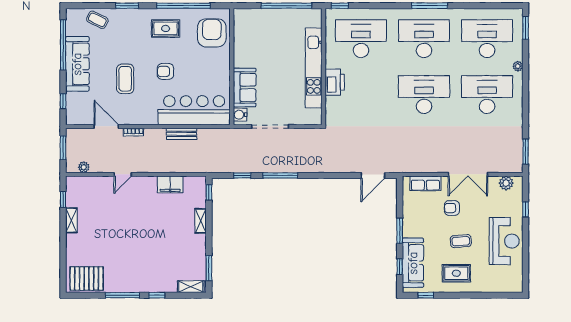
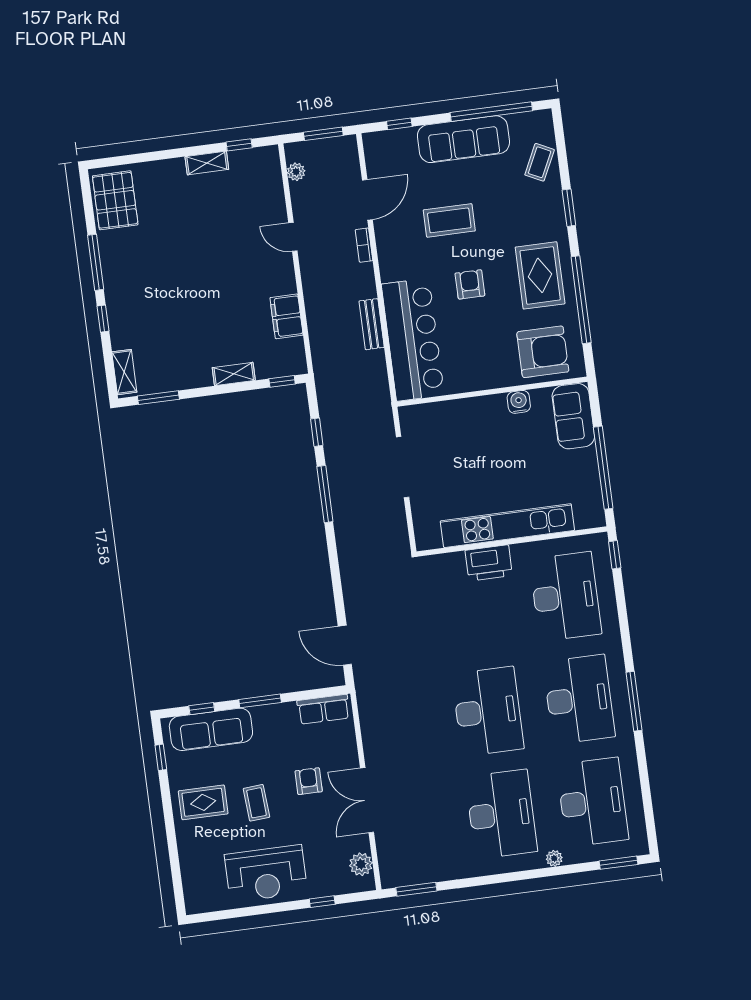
rug: (166, 28) -> (540, 275), width x1.36, depth x1.43
sofa: (245, 87) -> (573, 416), moved, turned 90
water cooler: (240, 115) -> (519, 402), moved
row of seats: (425, 183) -> (323, 709), moved, turned -90
rug: (456, 273) -> (203, 802), turned 90

